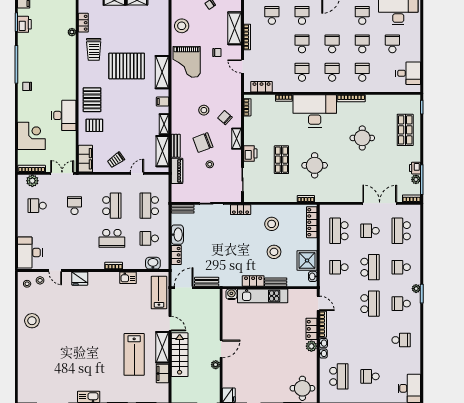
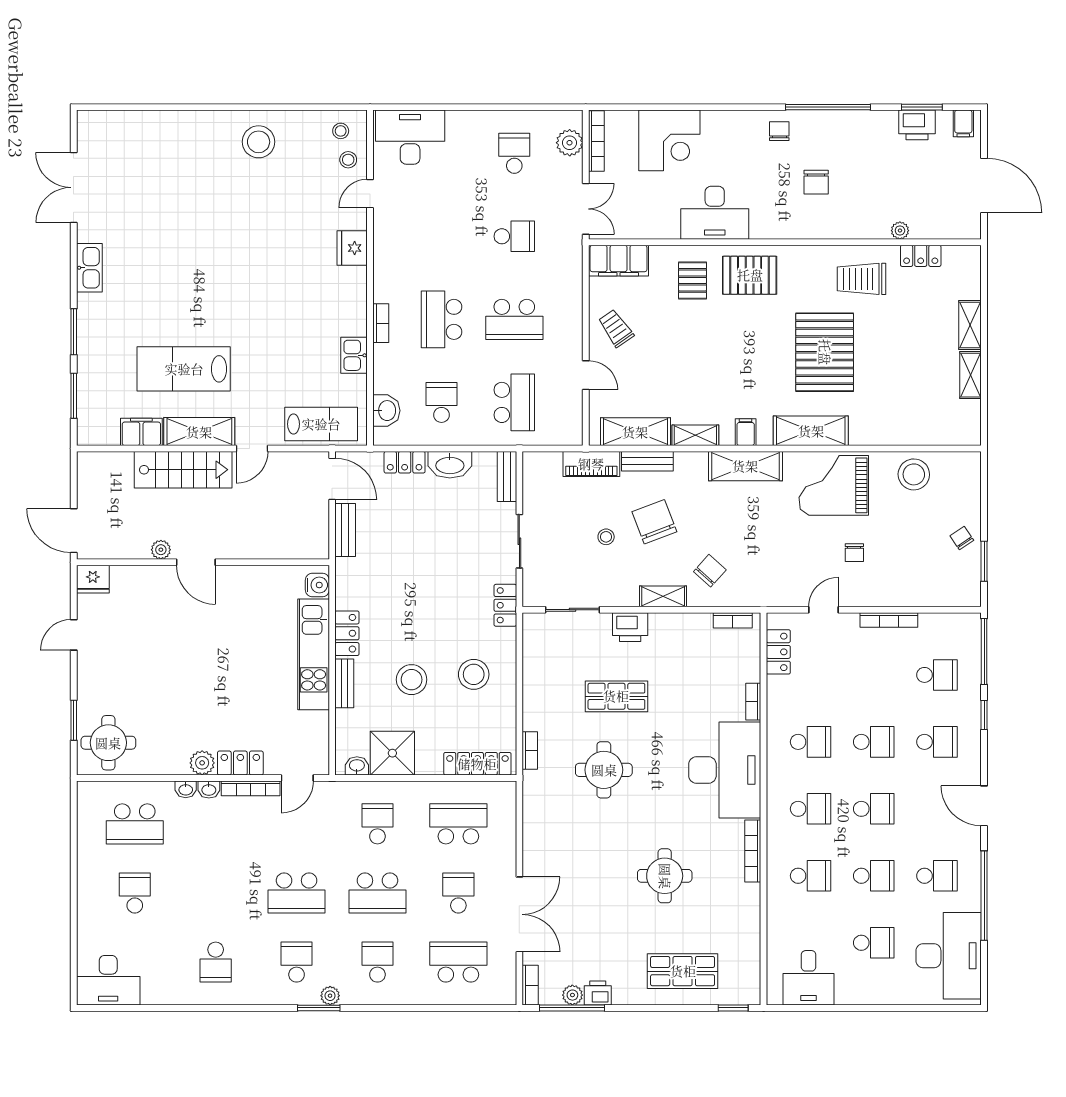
shelving: (235, 28) -> (745, 466), moved
chair: (50, 70) -> (816, 182), added
stool: (204, 110) -> (727, 524), removed
school desk: (149, 206) -> (514, 402), turned 90

